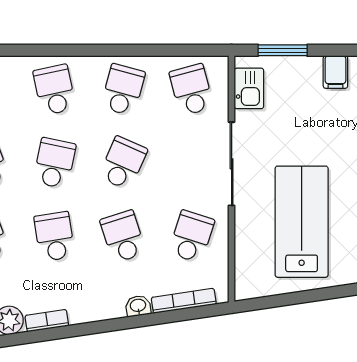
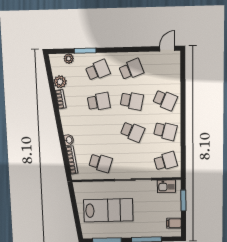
school desk: (54, 90) -> (165, 100), turned 36
school desk: (123, 236) -> (100, 133), removed

